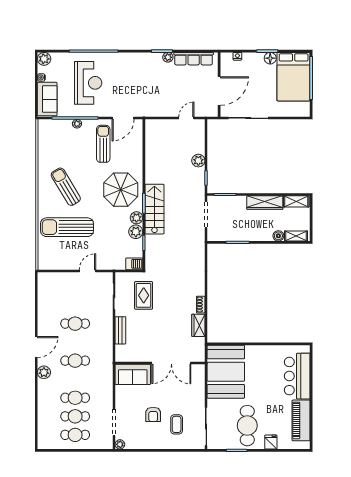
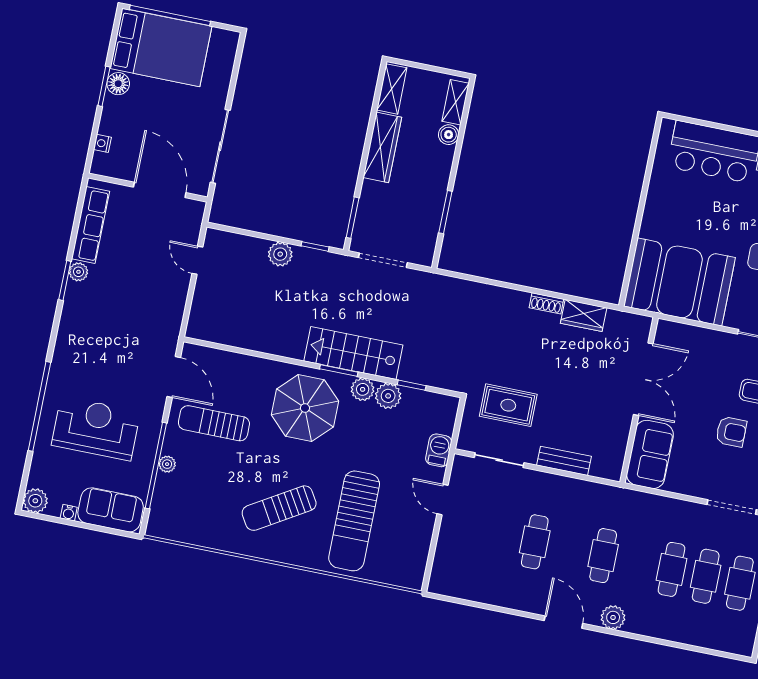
barbecue: (134, 264) -> (439, 450), moved

